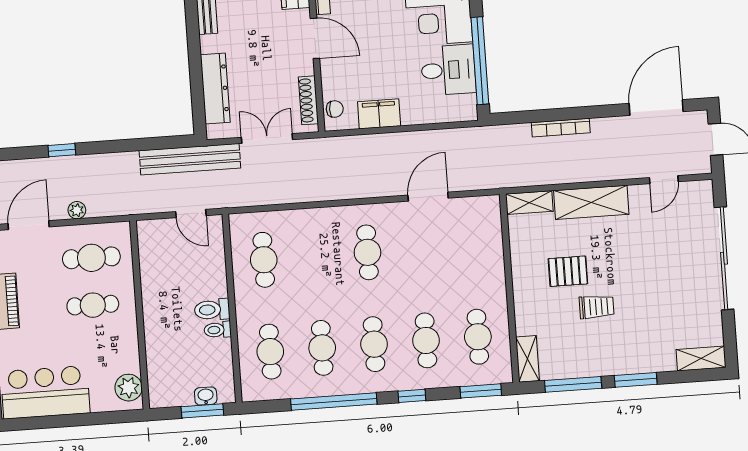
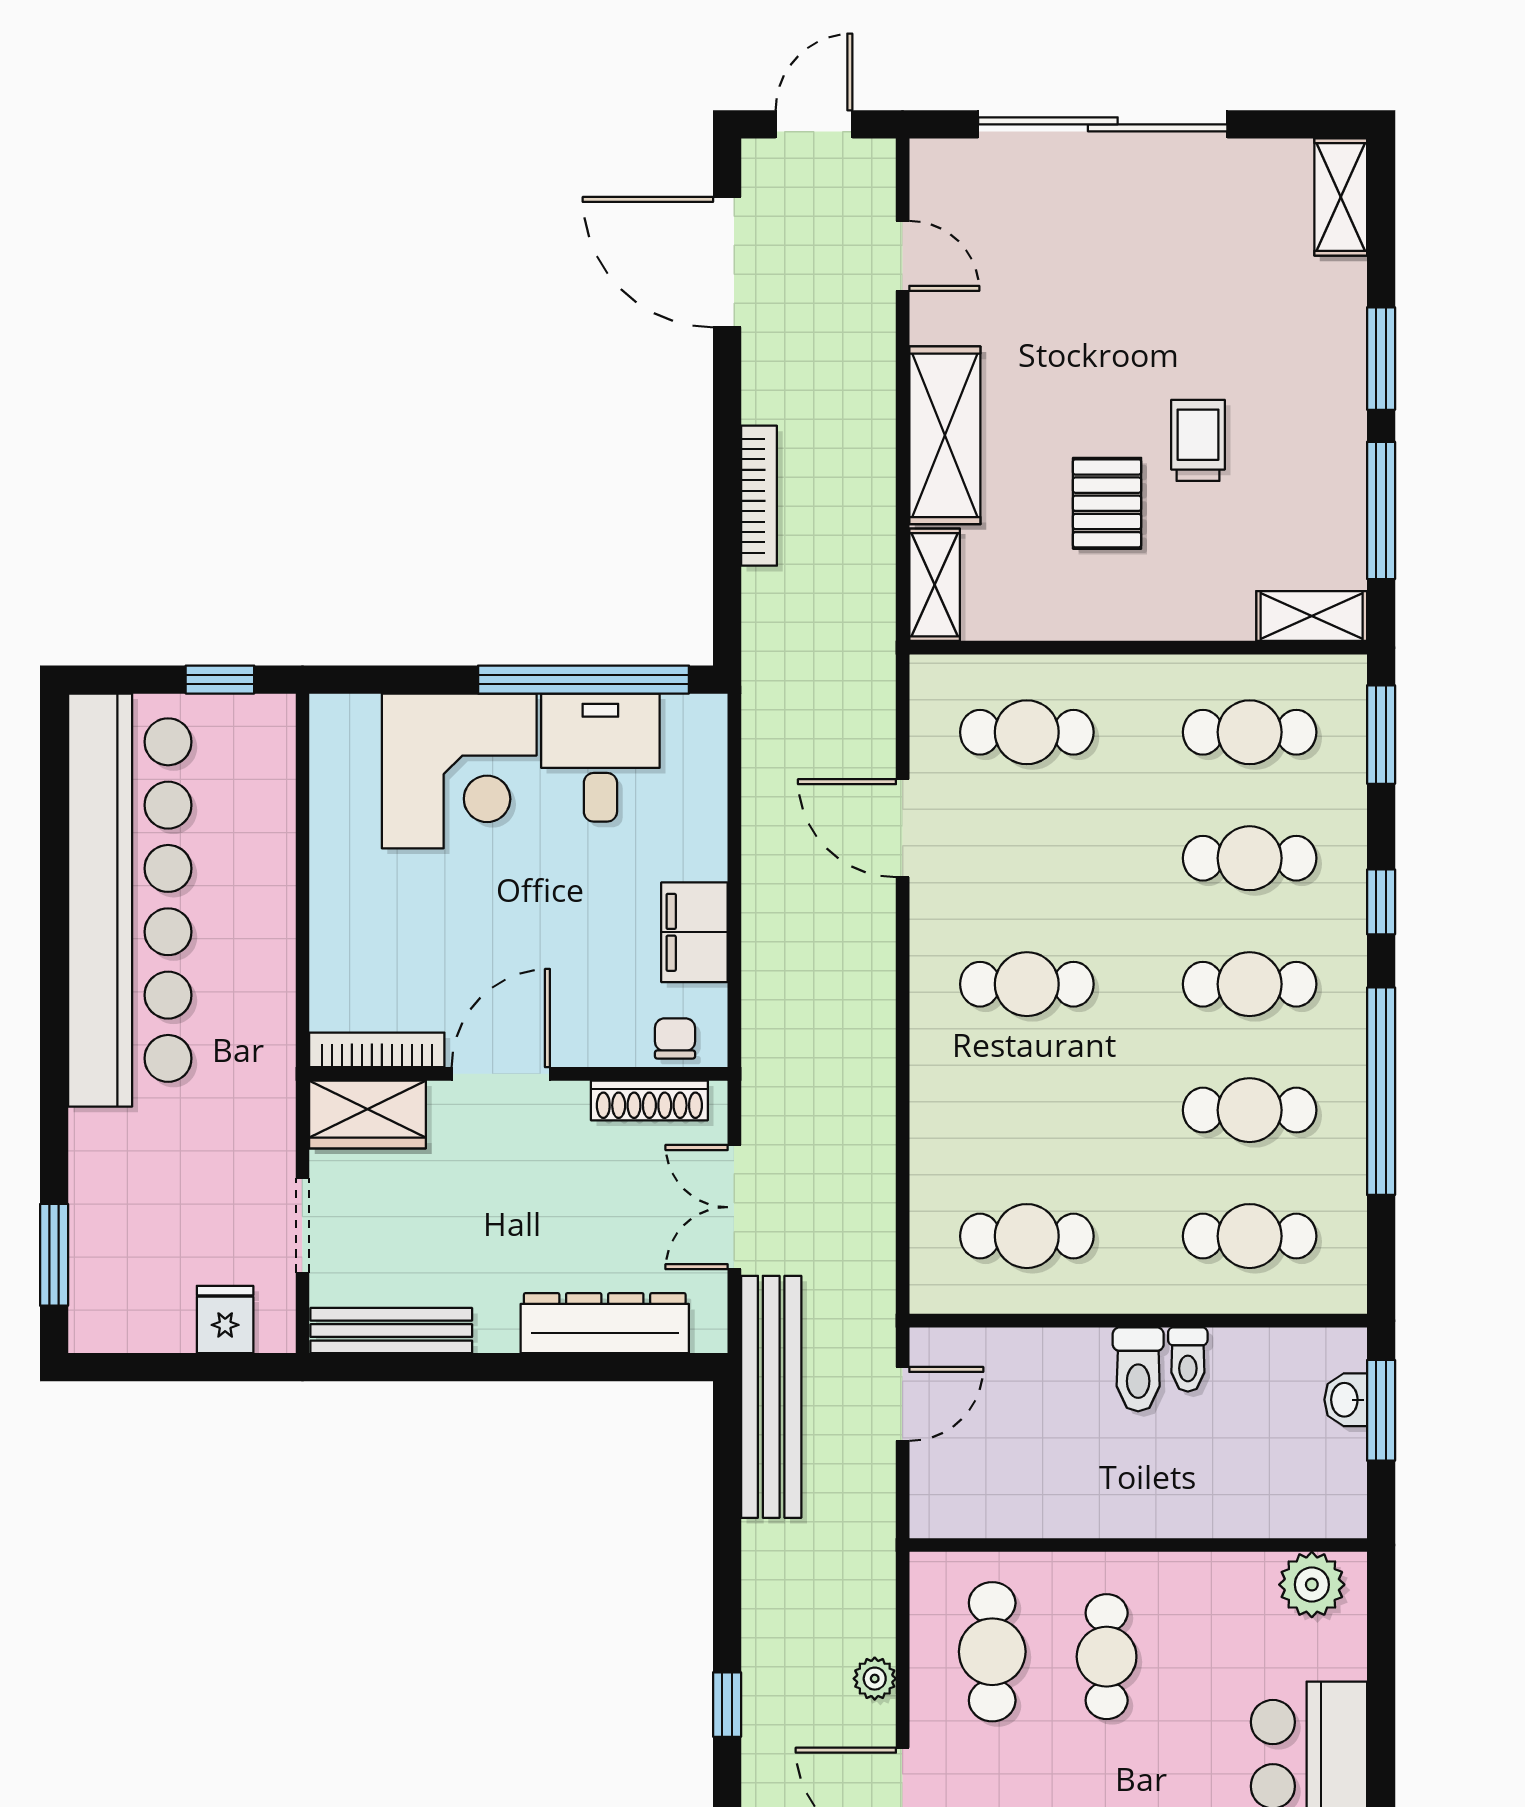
cafe table: (471, 245) -> (1027, 732), added

